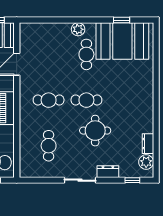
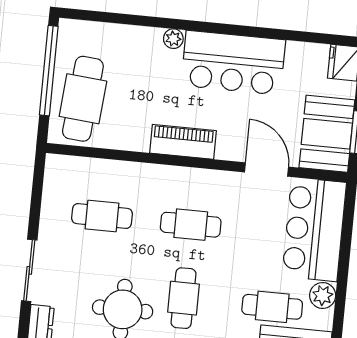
bar counter: (45, 37) -> (314, 229), added
cafe table: (49, 100) -> (191, 225), turned 90

